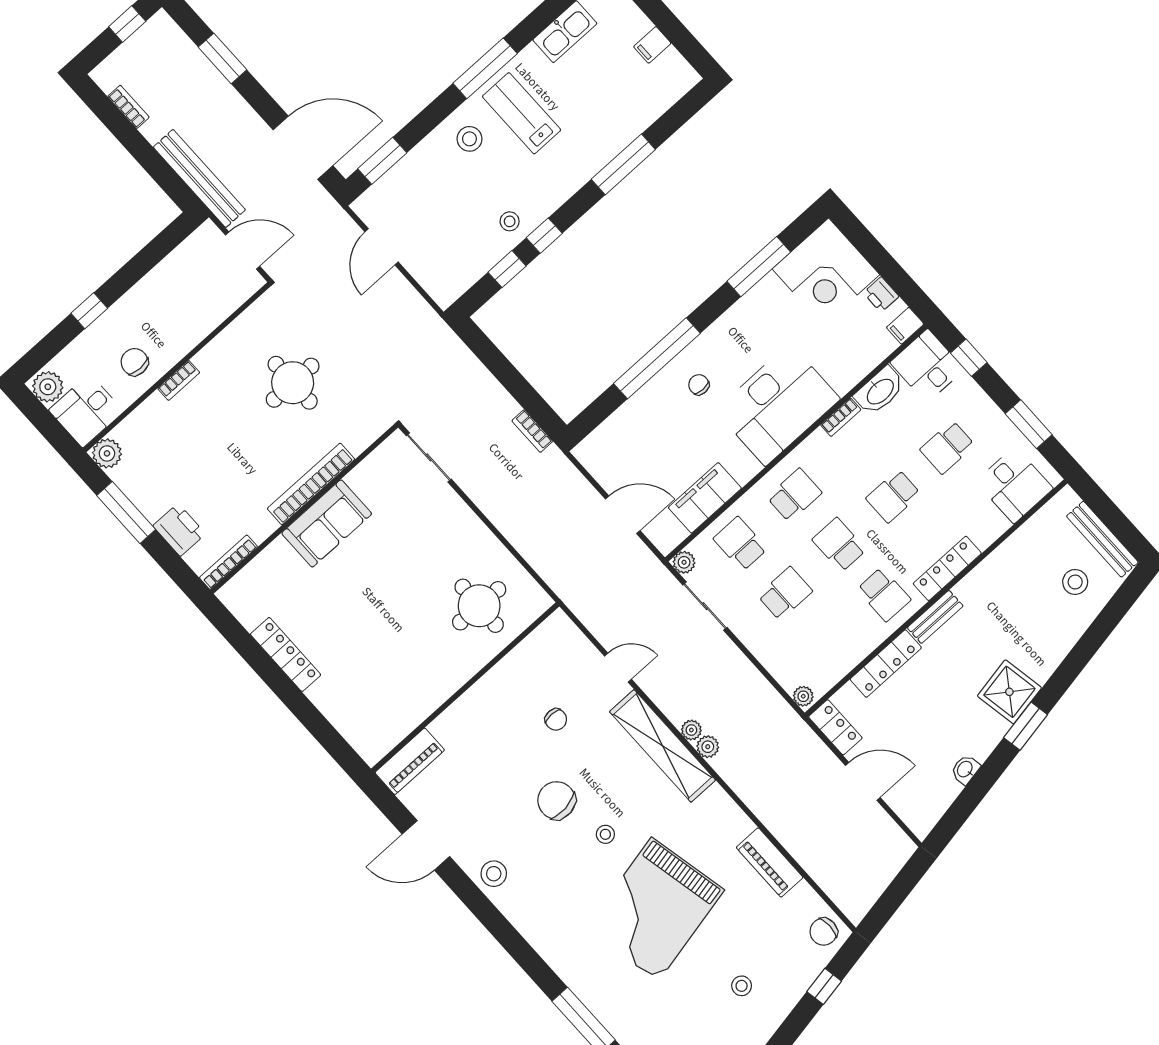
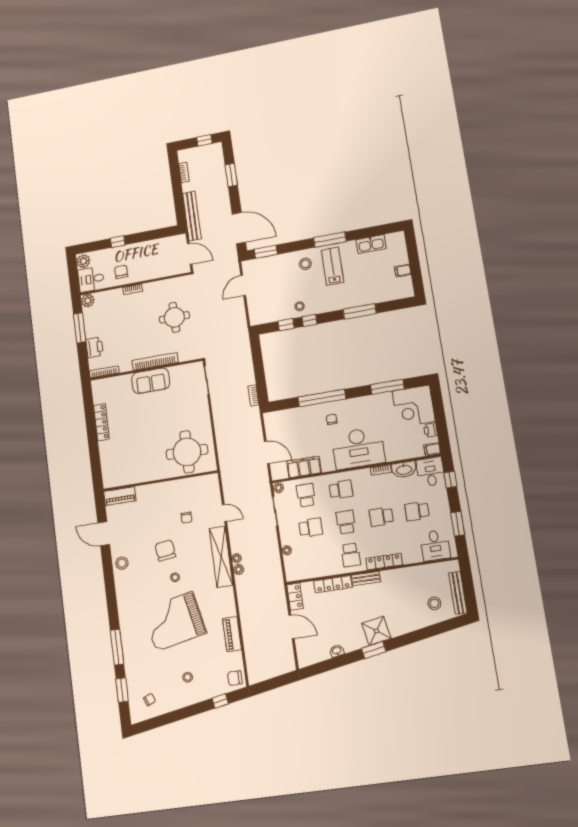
round table: (479, 606) -> (187, 452), width x1.36, depth x1.36
plant: (803, 696) -> (287, 550), moved

